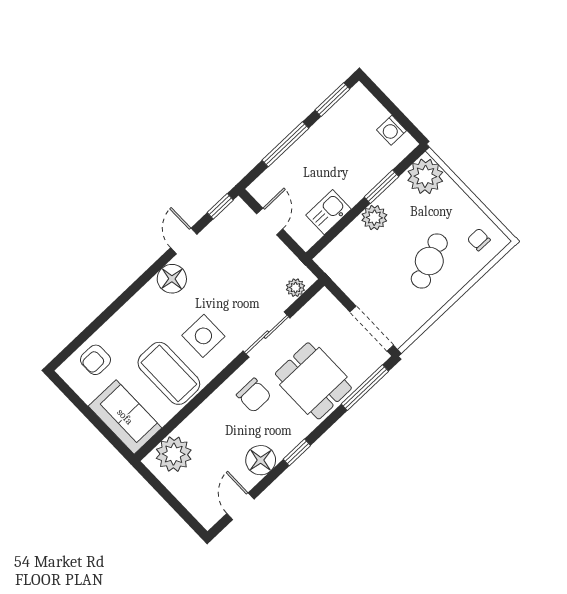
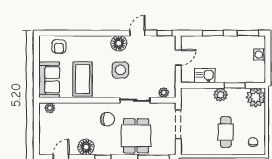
washing machine: (392, 130) -> (260, 55), moved
window: (285, 144) -> (213, 33), width x0.69
cafe table: (429, 261) -> (226, 132), turned -68
doorway: (372, 329) -> (178, 124), moved
side table: (203, 336) -> (120, 70), moved
armchair: (95, 360) -> (59, 47), turned -90
chair: (254, 395) -> (107, 119), turned -90
plant: (174, 454) -> (50, 108), width x0.53, depth x0.53

